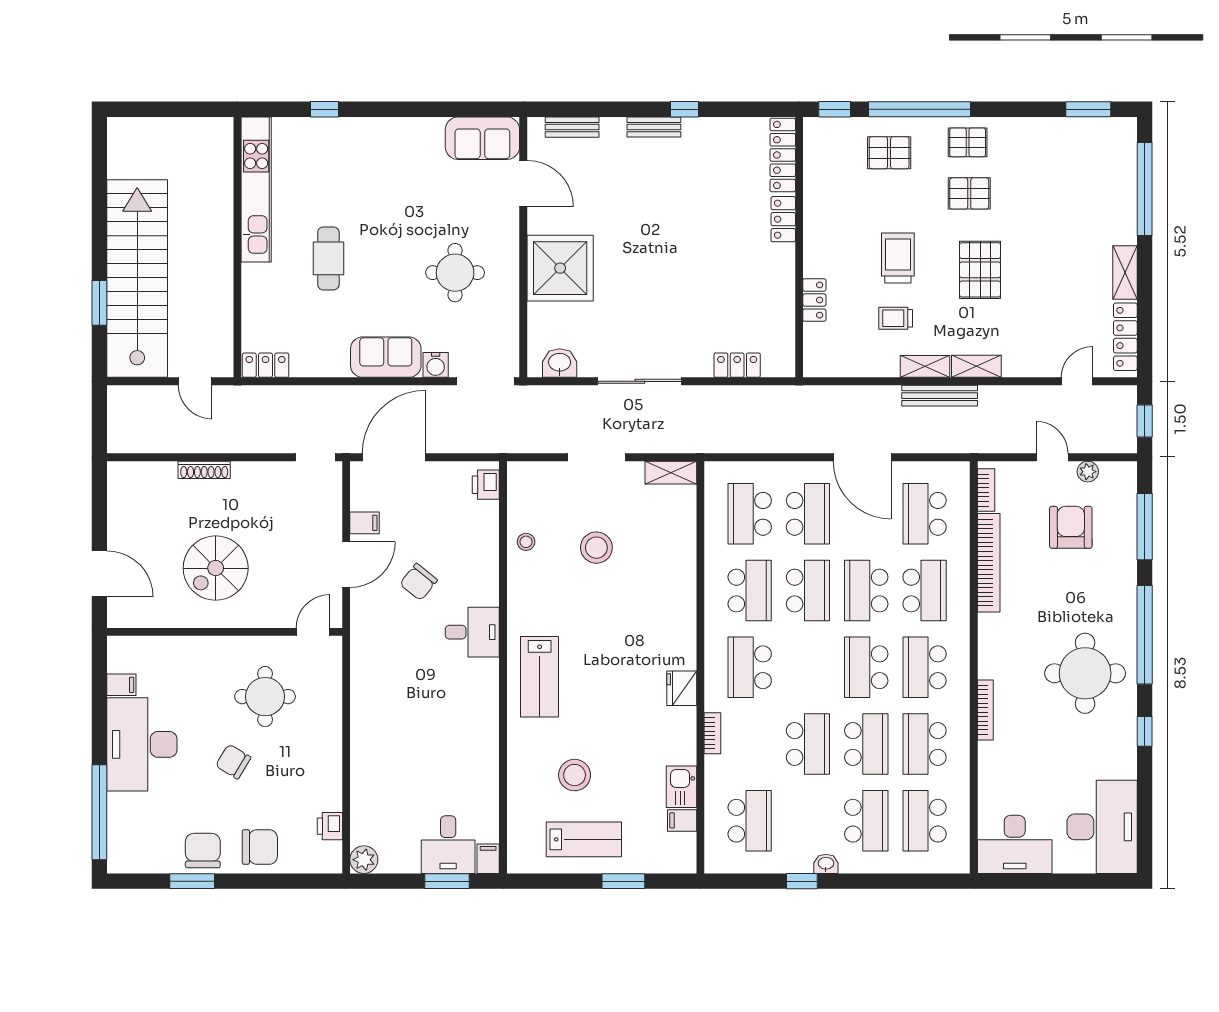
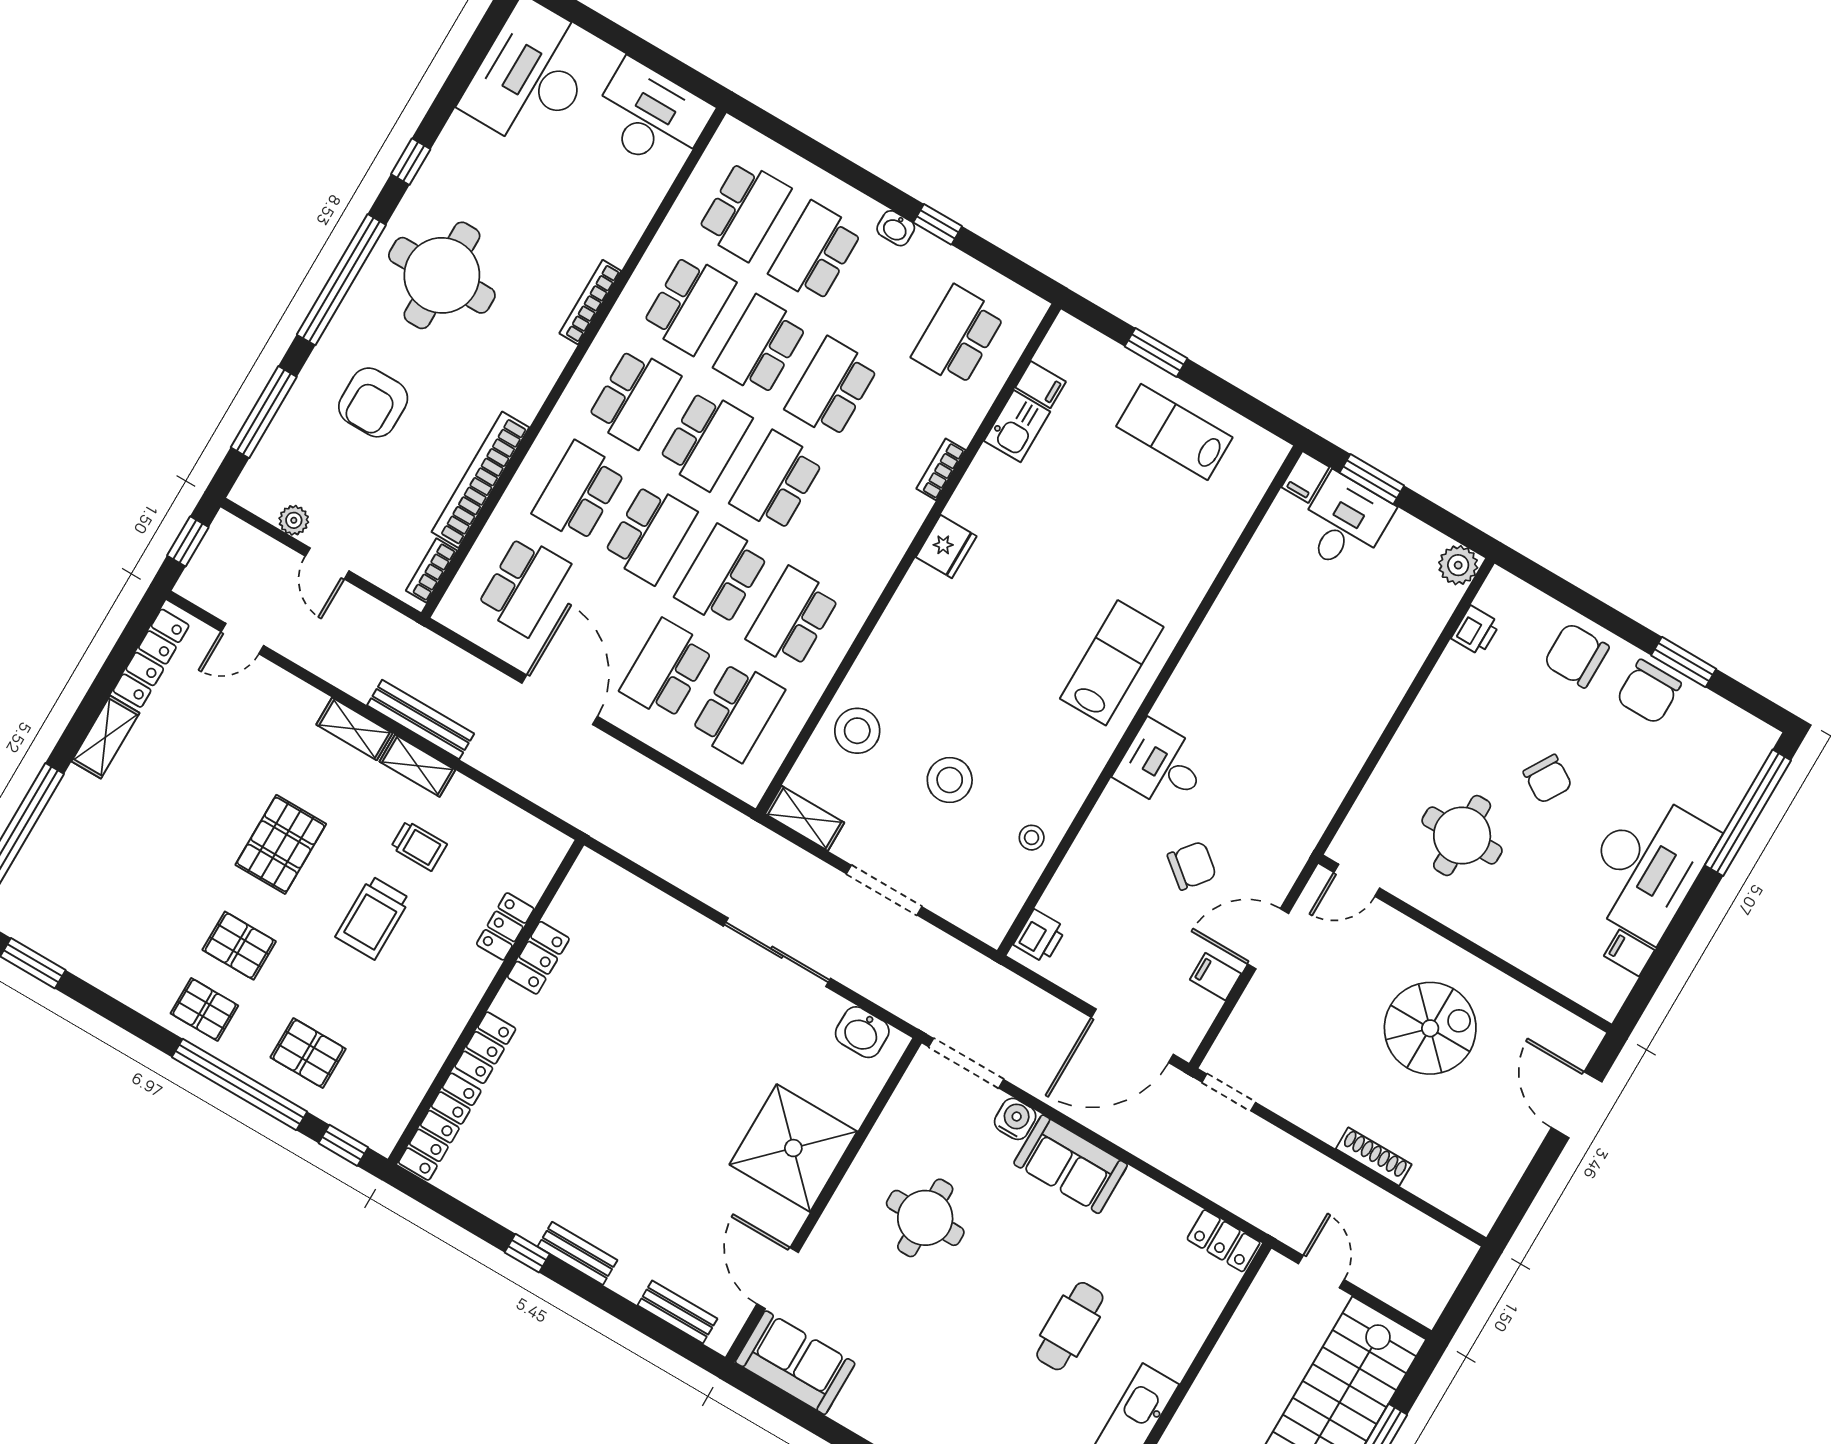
locker: (737, 365) -> (538, 958), moved, turned -90
armchair: (1071, 527) -> (373, 402), moved
school desk: (750, 667) -> (777, 482), moved, turned 180
stool: (575, 775) -> (857, 731), moved

